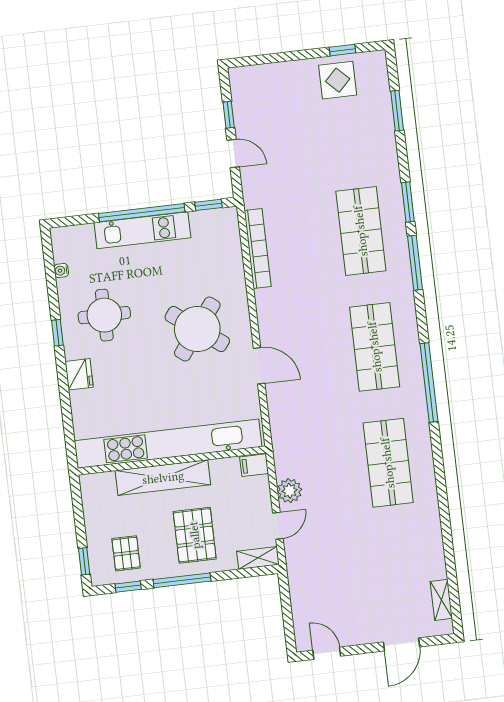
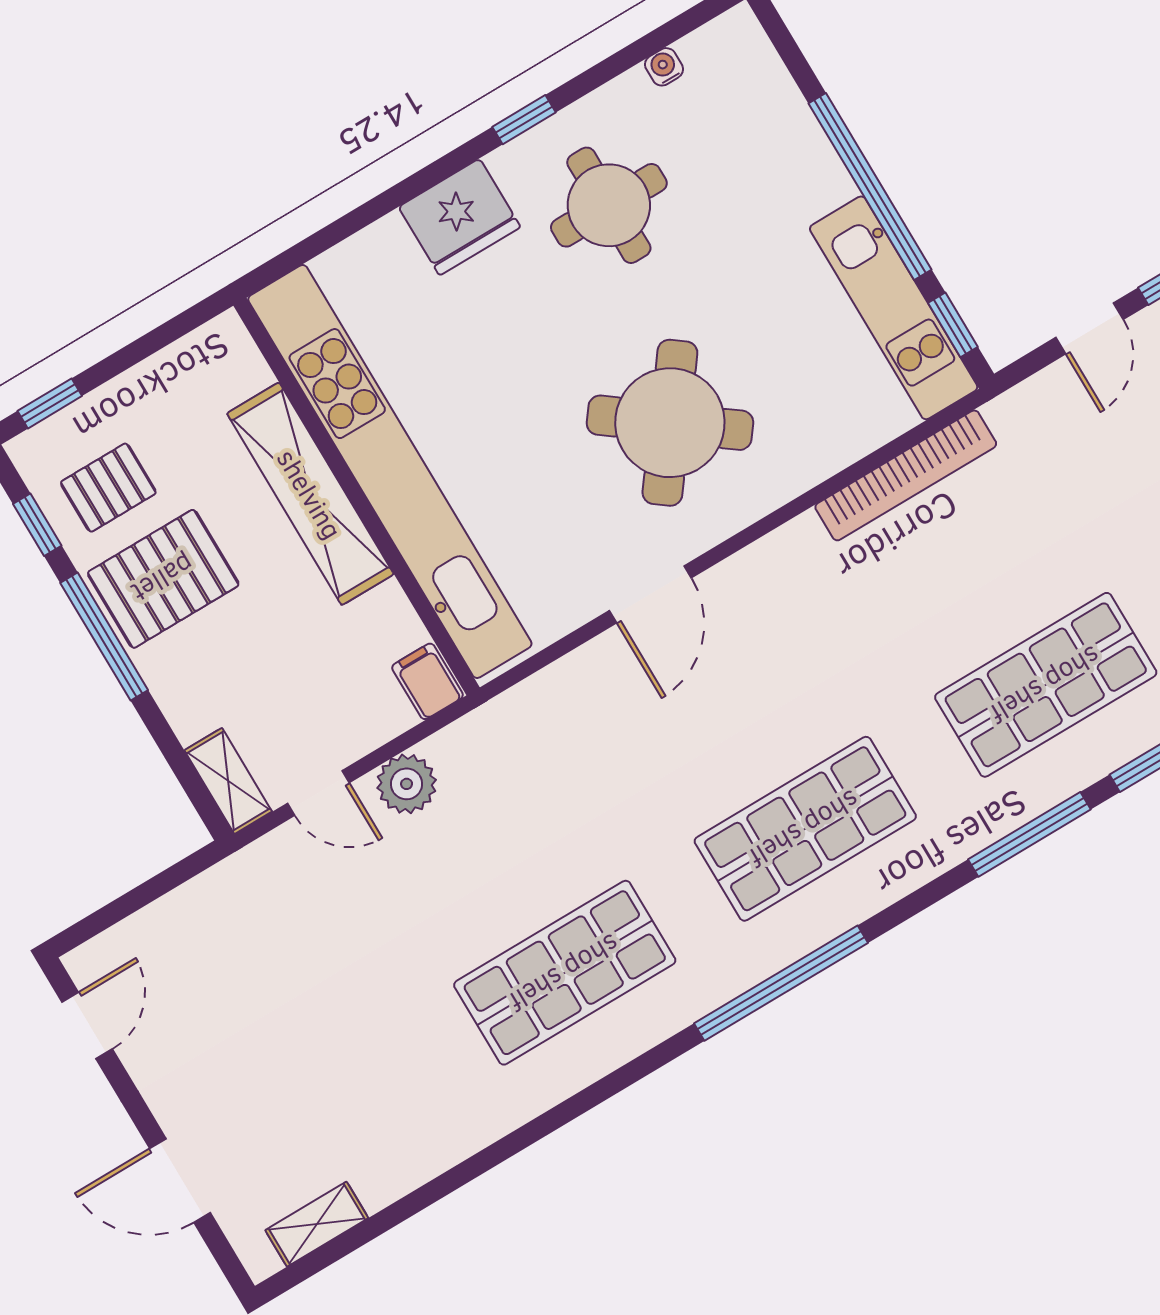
kitchen unit: (142, 230) -> (894, 308), moved
fridge: (79, 374) -> (460, 217), width x1.36, depth x1.34
pallet: (195, 535) -> (163, 579), moved

